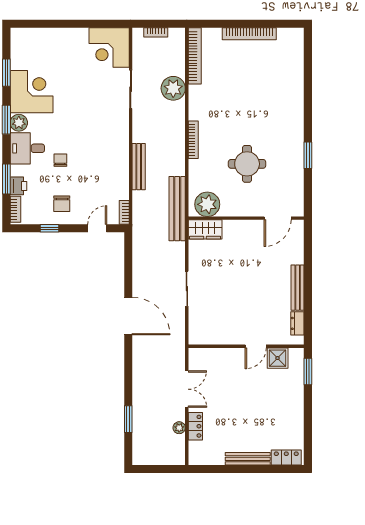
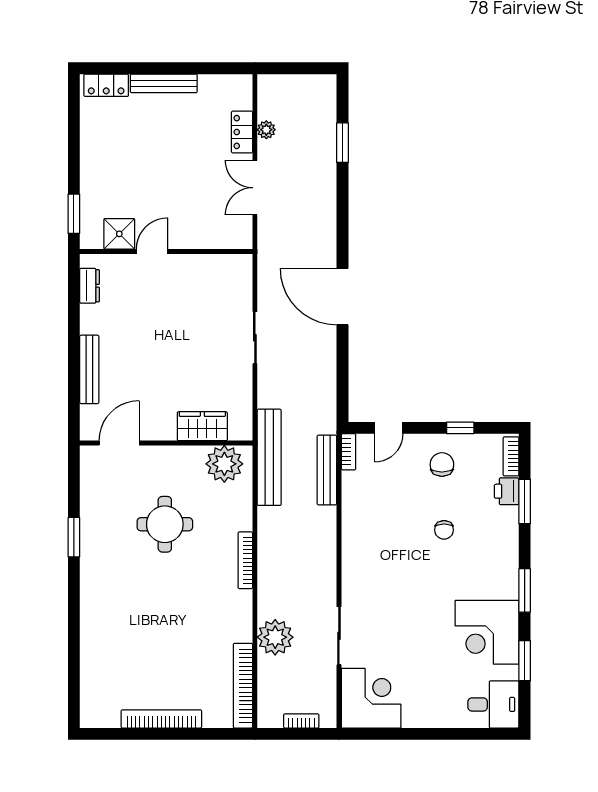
plant: (19, 123) -> (506, 586), removed
desk: (27, 148) -> (493, 704), moved
bench: (139, 167) -> (327, 470), moved
wardrobe: (205, 229) -> (202, 426), moved
bench: (298, 288) -> (89, 369), moved

